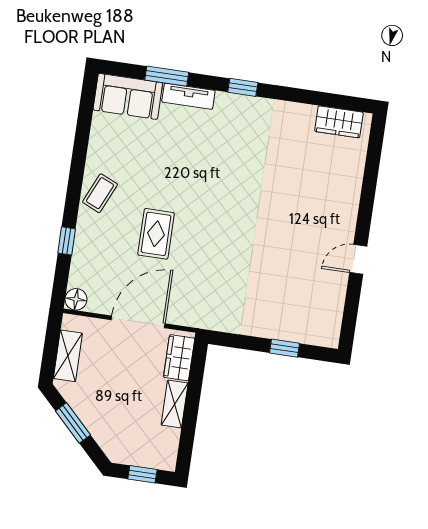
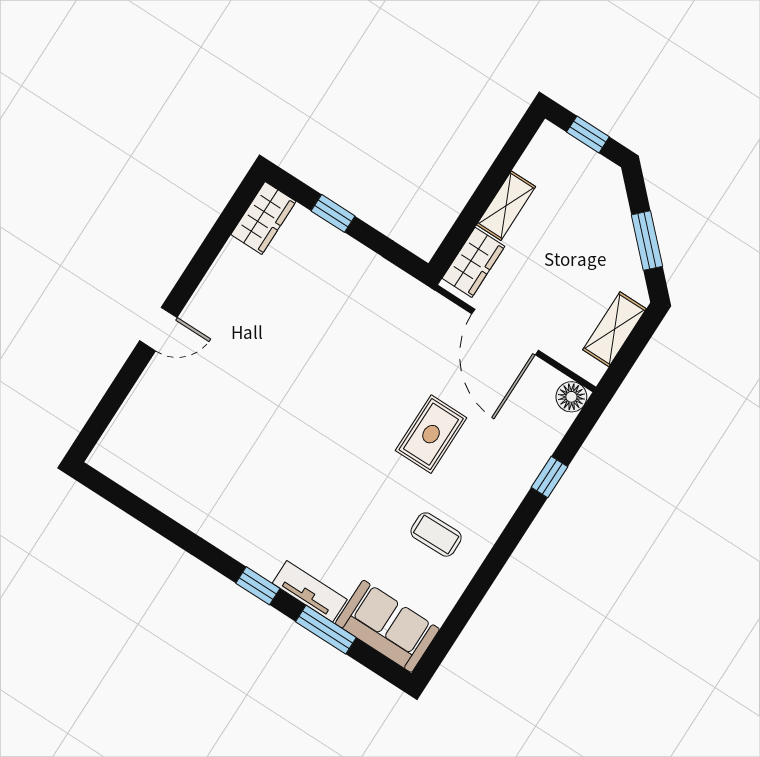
window: (243, 87) -> (258, 586), moved
wardrobe: (339, 122) -> (263, 218), moved, turned 90
coffee table: (100, 193) -> (436, 535), moved, turned 65
door: (358, 259) -> (158, 329), moved
door: (138, 322) -> (505, 332), hinge flipped

